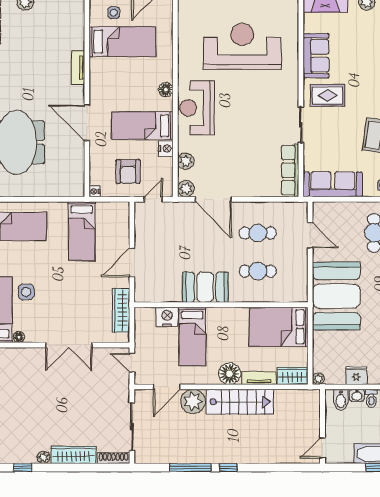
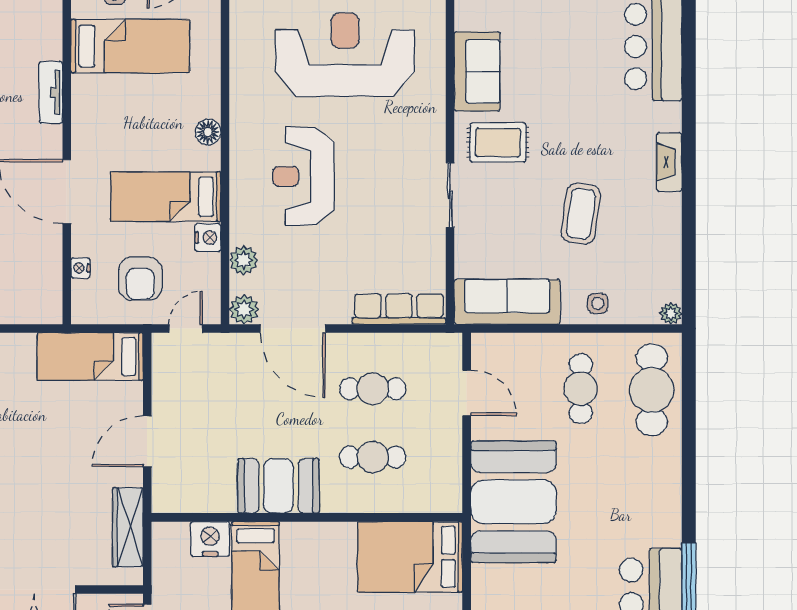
reception desk: (197, 108) -> (303, 176), moved
row of seats: (290, 170) -> (399, 309), moved, turned 90
nightstand: (95, 191) -> (80, 268), moved
bed: (82, 231) -> (90, 357), moved, turned 90

